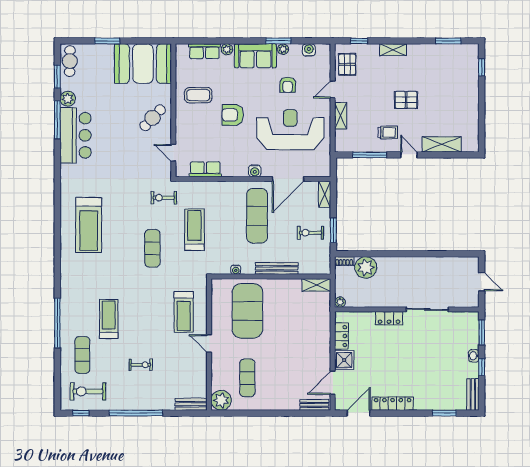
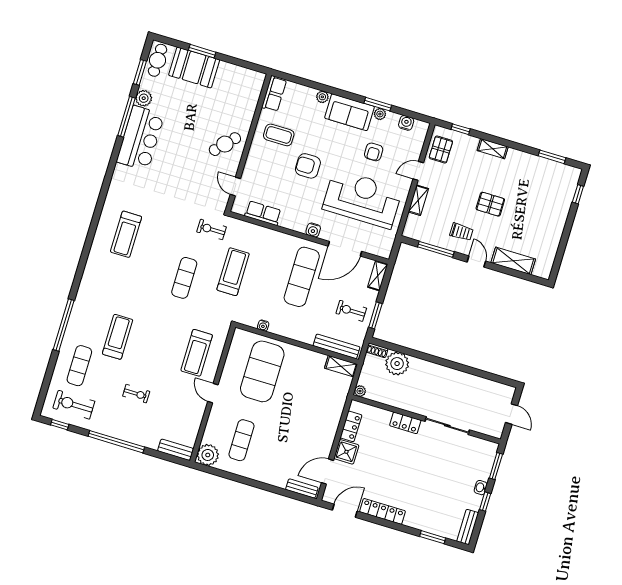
row of seats: (204, 51) -> (274, 94), moved, turned -90
booth: (143, 64) -> (194, 67), moved, width x0.73, depth x0.70
treadmill: (89, 225) -> (126, 234), width x0.73, depth x0.73
bench: (277, 268) -> (337, 346), moved

